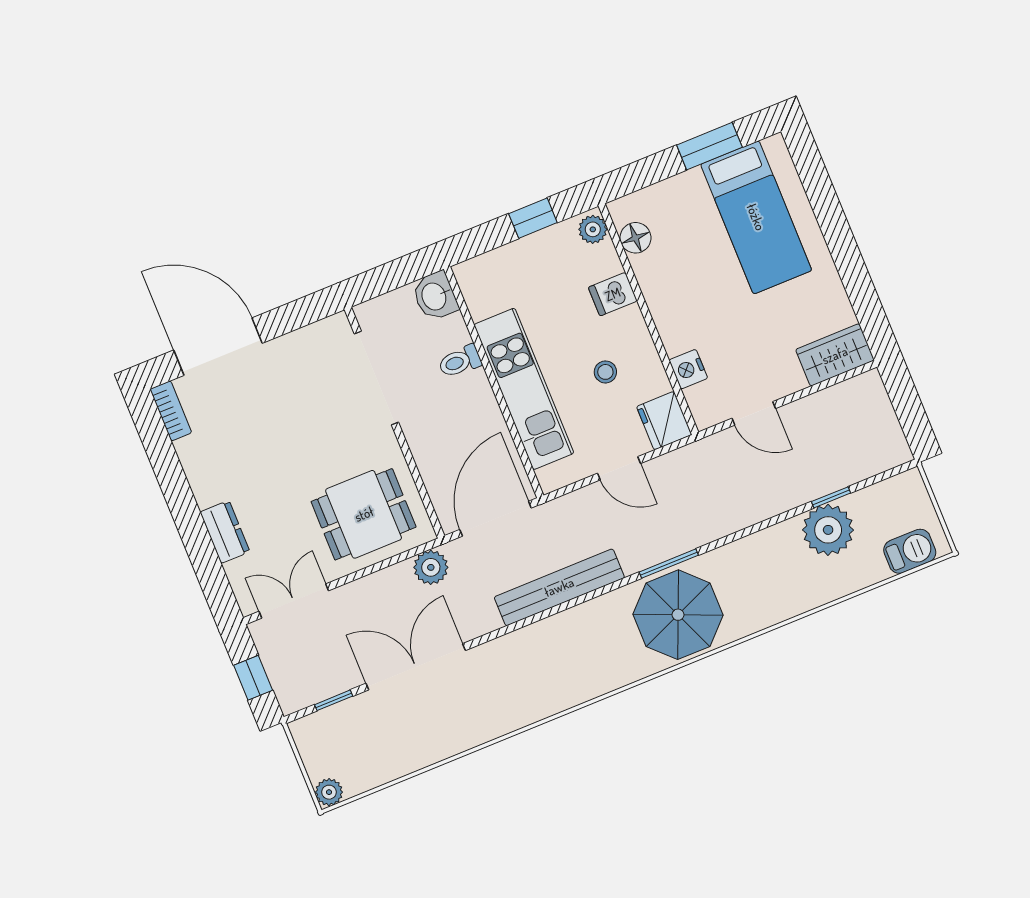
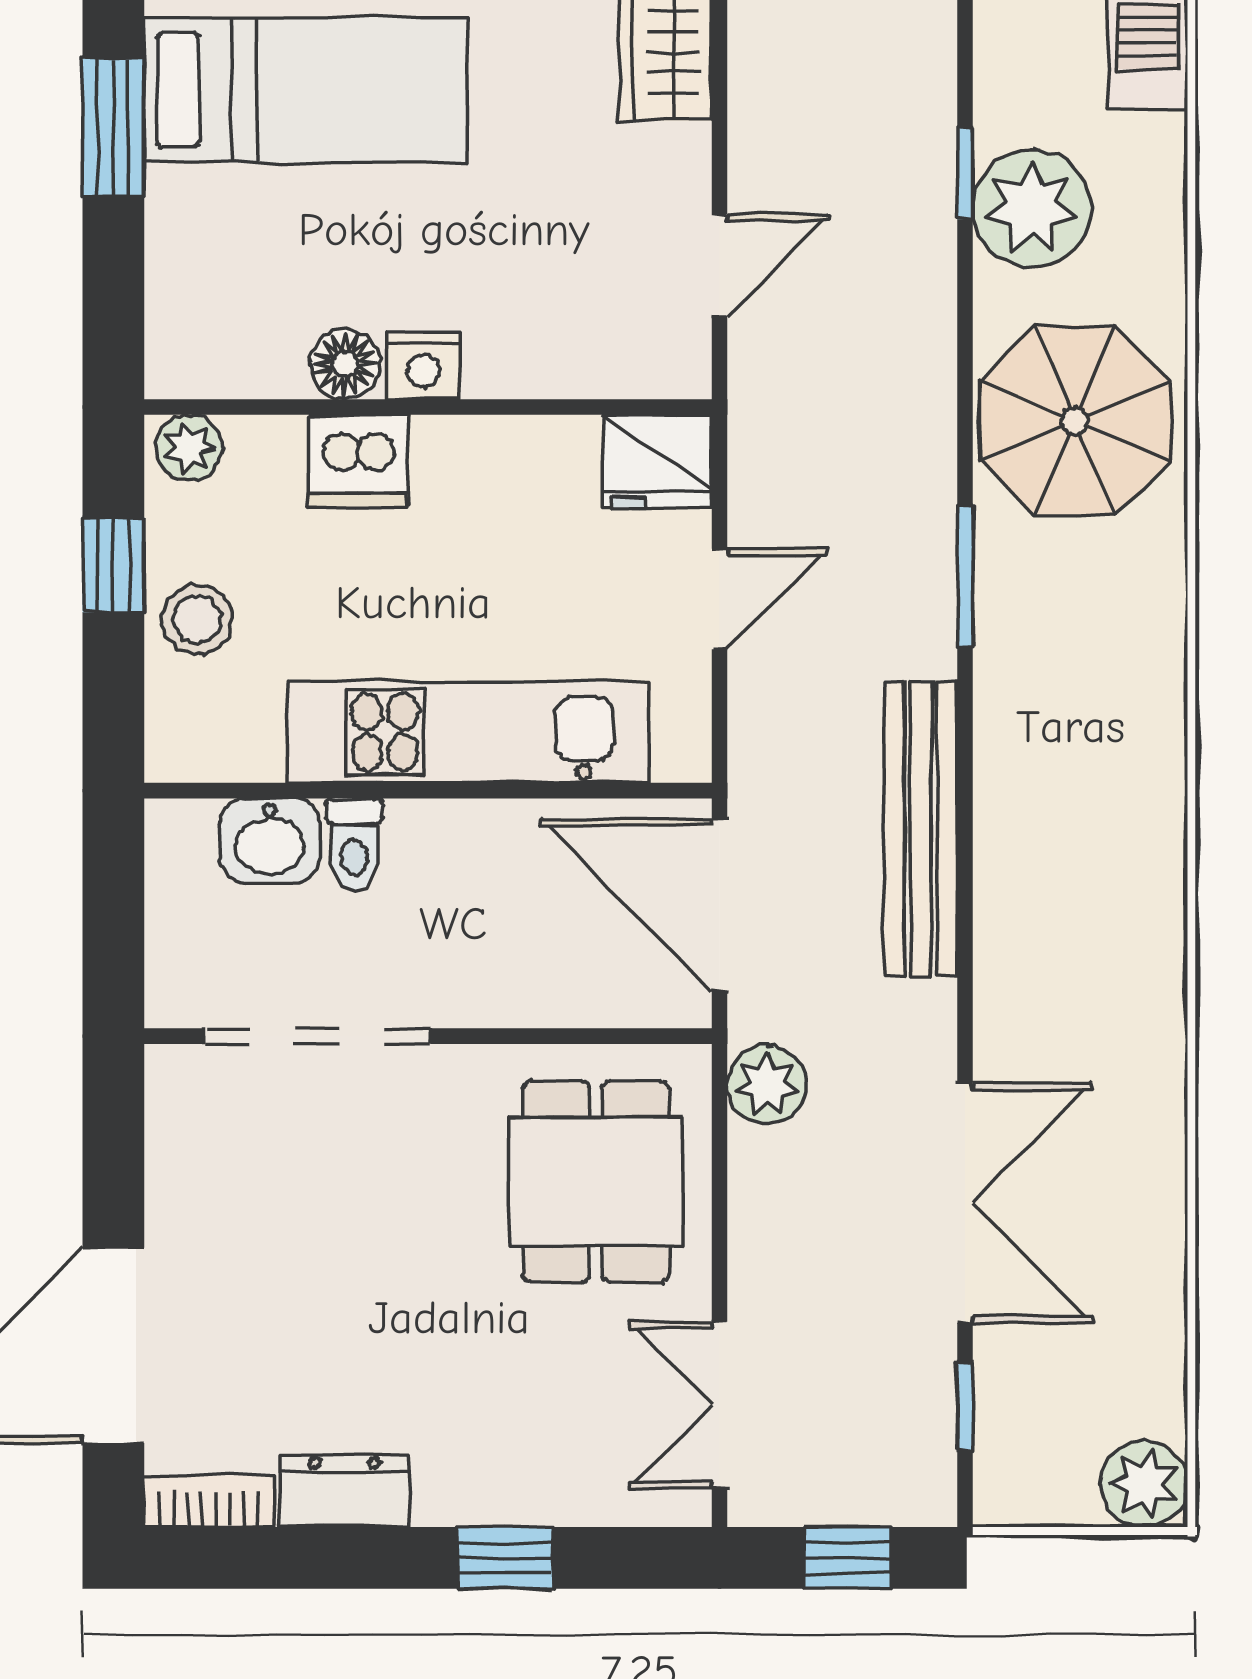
floor lamp: (635, 238) -> (345, 364), moved
dishwasher: (613, 294) -> (358, 461), width x1.38
washbasin: (435, 296) -> (270, 841), moved
nightstand: (688, 369) -> (423, 366), moved
stool: (605, 372) -> (197, 619), moved, width x1.37, depth x1.37
dresser: (225, 532) -> (344, 1491), moved
window: (197, 540) -> (505, 1558), added
parasol: (678, 615) -> (1075, 421), moved
double door: (416, 667) -> (965, 1203), swing flipped
plant: (329, 792) -> (1144, 1484), width x1.38, depth x1.38

